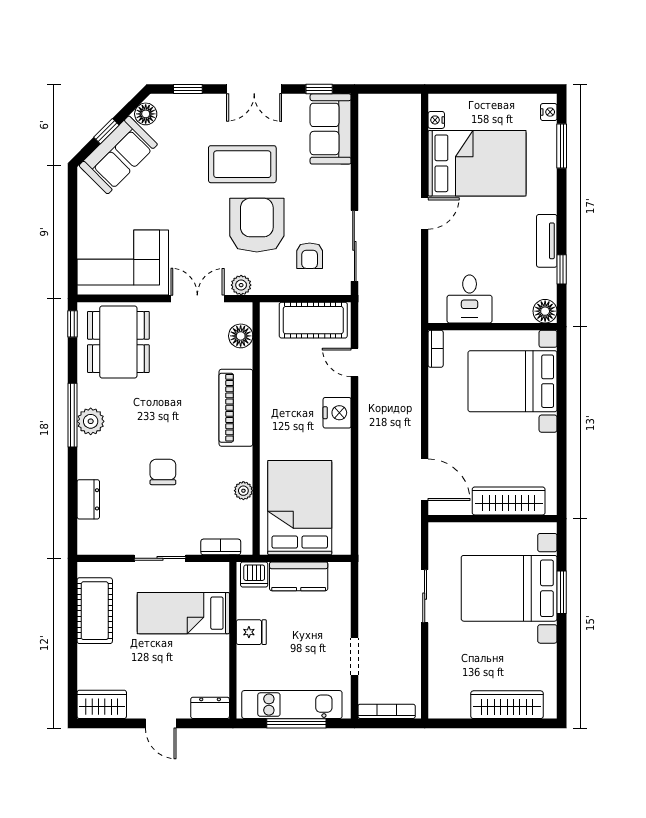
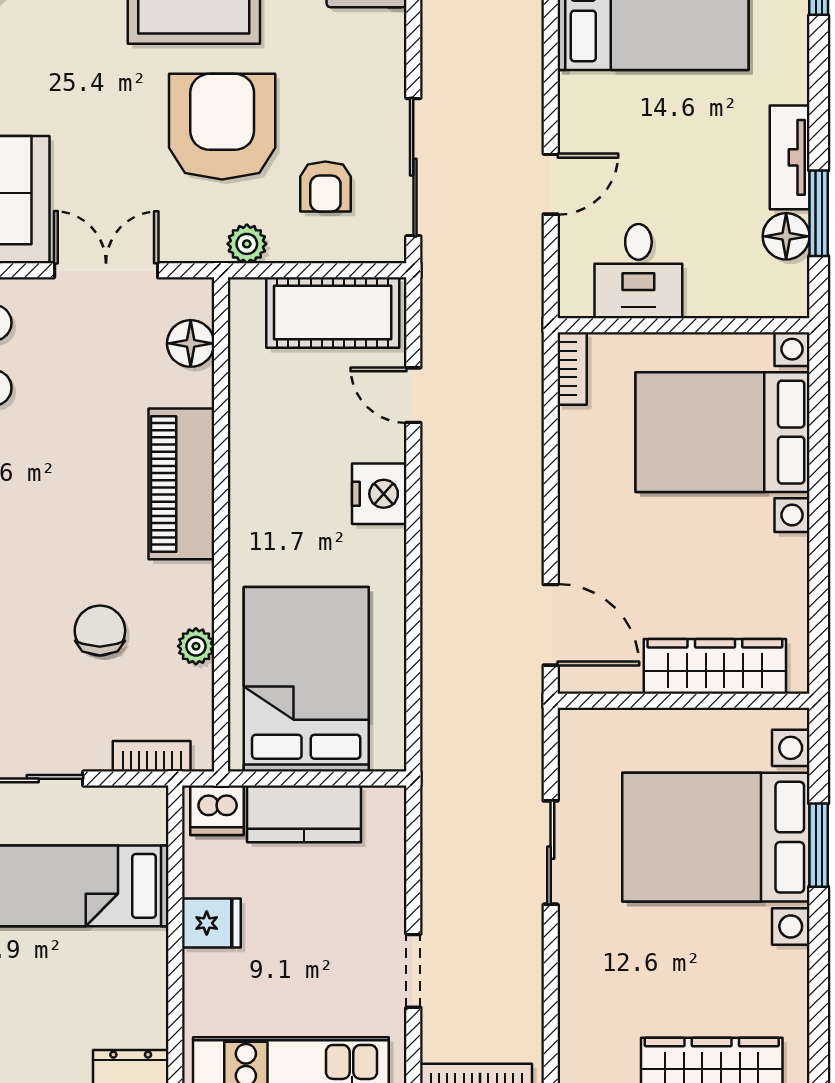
door: (425, 213) -> (551, 184), moved
window: (562, 269) -> (819, 213), width x1.50
plant: (241, 285) -> (247, 244), moved
floor lamp: (545, 311) -> (786, 236), moved
chair: (163, 472) -> (100, 631), moved

